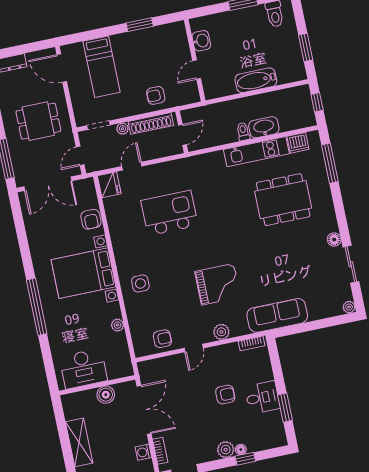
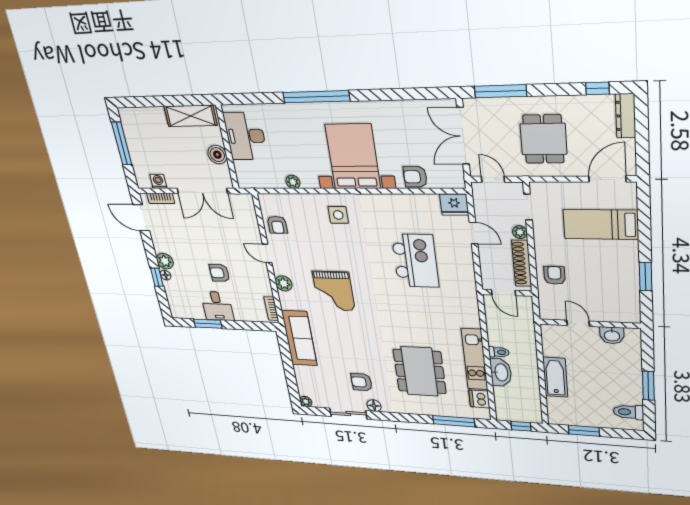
armchair: (310, 253) -> (362, 382), added
armchair: (225, 395) -> (220, 273), turned 90
shelving: (79, 442) -> (191, 116), moved

